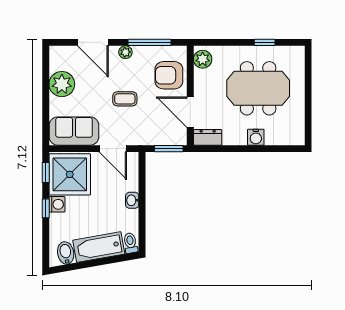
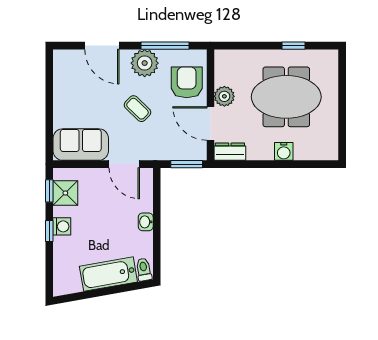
plant: (125, 52) -> (145, 63), width x1.88, depth x1.88
plant: (203, 59) -> (224, 96), moved
armchair: (169, 75) -> (187, 82), turned 90
plant: (62, 84) -> (67, 92), removed
coffee table: (125, 99) -> (137, 109), turned 44
shower: (70, 174) -> (65, 193), width x0.54, depth x0.54
bidet: (66, 253) -> (71, 281), removed

